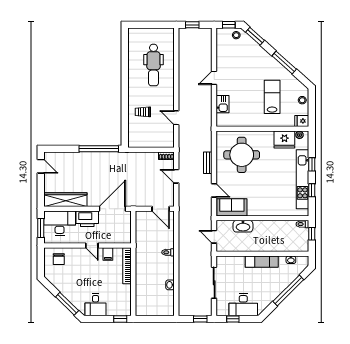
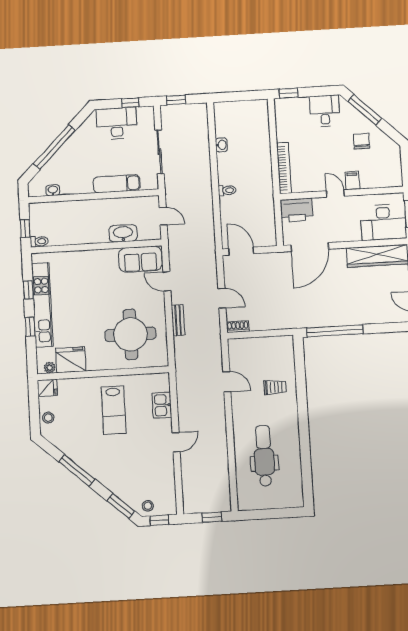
lab bench: (272, 97) -> (114, 410), moved
printer: (87, 219) -> (297, 210), moved, turned 180
filing cabinet: (108, 254) -> (352, 181), moved
chair: (59, 259) -> (362, 141), moved
exam couch: (262, 262) -> (117, 184), moved

